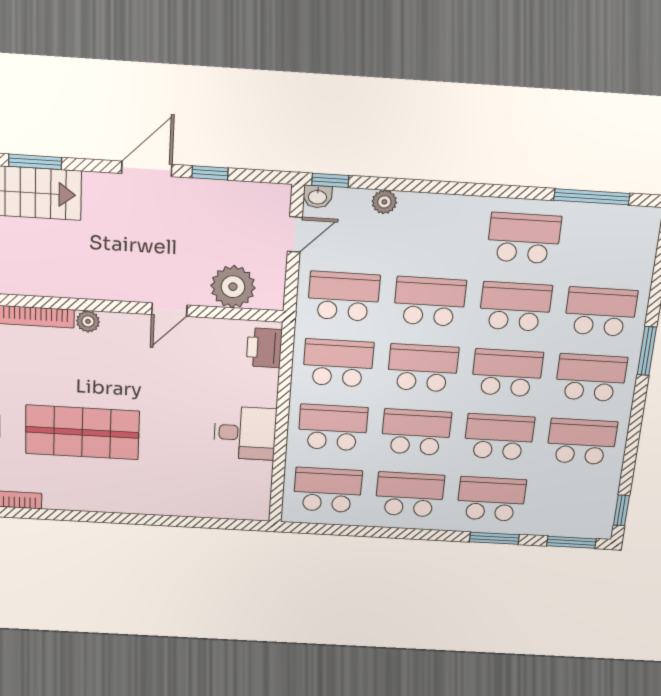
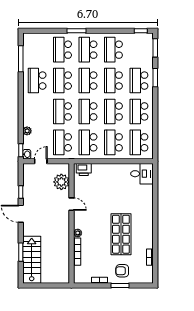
door: (295, 234) -> (41, 161), hinge flipped
desk: (245, 433) -> (142, 174), moved, turned 90

